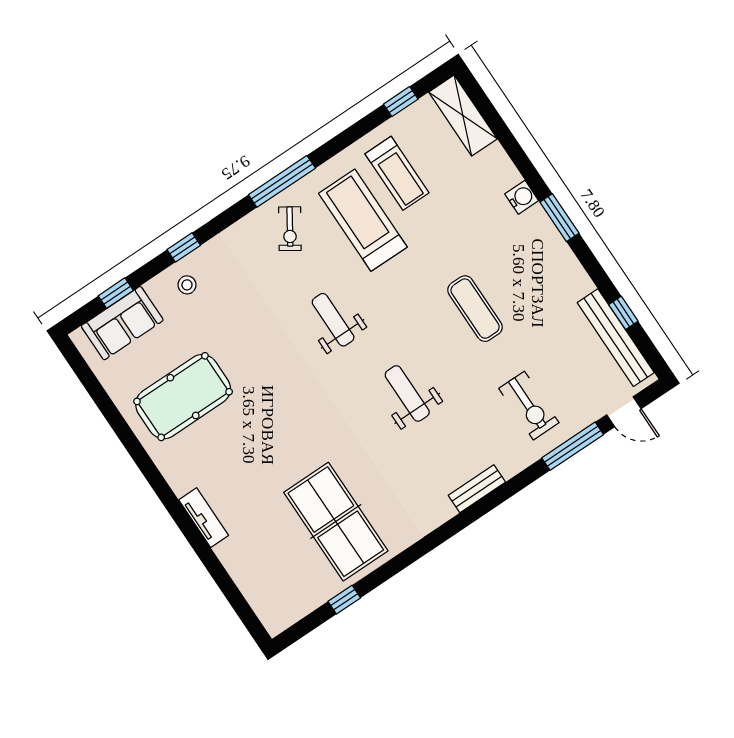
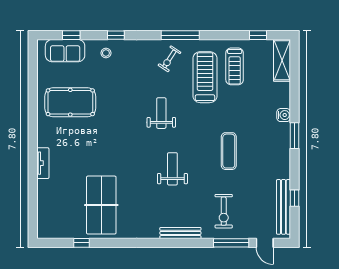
bench: (477, 489) -> (180, 233), width x1.36

